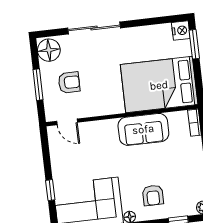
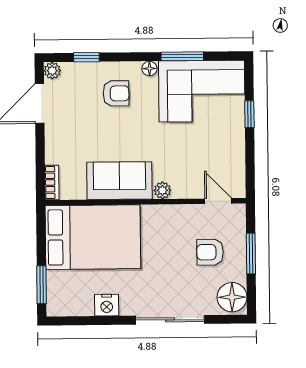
nightstand: (181, 30) -> (107, 305), moved, turned -90
plant: (110, 125) -> (162, 190), added
armchair: (153, 195) -> (116, 93), turned 90

